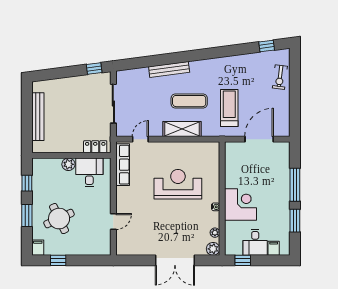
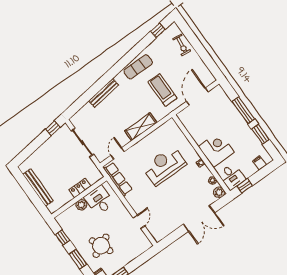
exercise mat: (189, 101) -> (138, 67), moved
locker: (95, 147) -> (80, 188), moved
desk: (255, 242) -> (232, 177), moved

